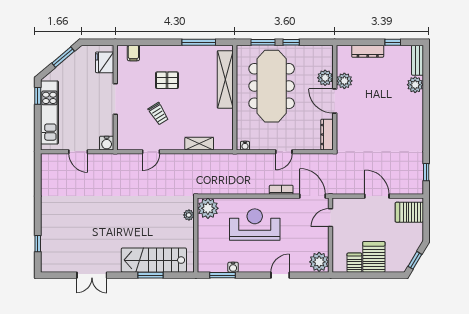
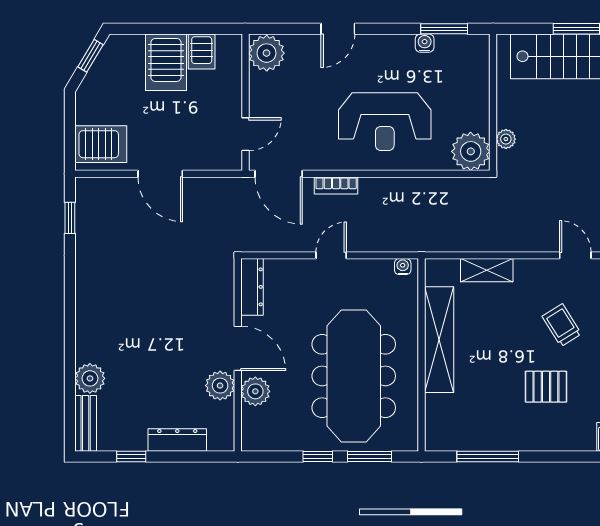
shelving: (225, 79) -> (439, 340), moved
door: (151, 152) -> (575, 255), hinge flipped

